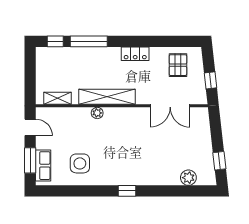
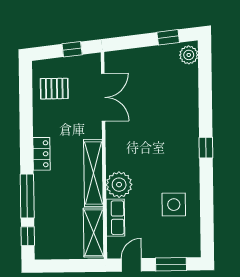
locker: (135, 54) -> (41, 154), moved
shelving: (57, 98) -> (94, 233), width x1.50, depth x1.33
plant: (97, 113) -> (119, 185), width x1.87, depth x1.87
row of seats: (43, 166) -> (115, 218), moved, turned 90
plant: (188, 178) -> (189, 55), moved

